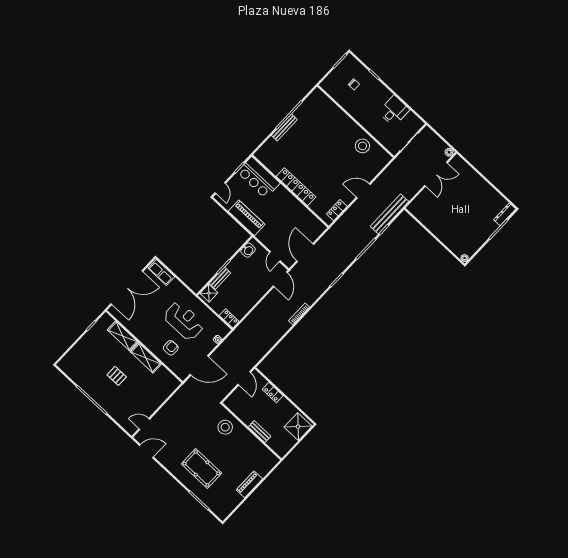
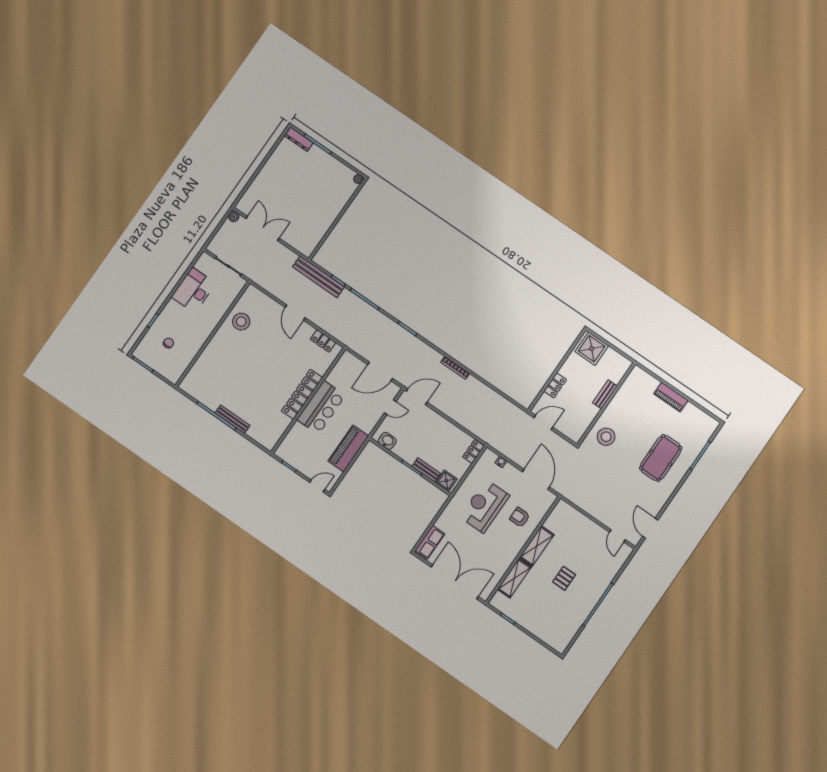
desk: (394, 111) -> (193, 290), width x1.37
bar counter: (258, 178) -> (321, 408), moved

